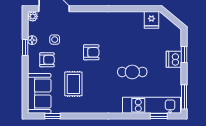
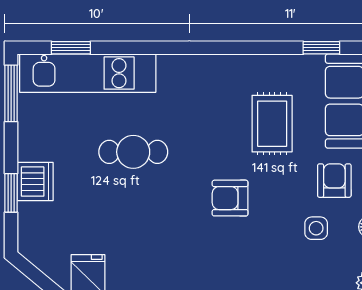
armchair: (47, 60) -> (334, 181), turned 90

